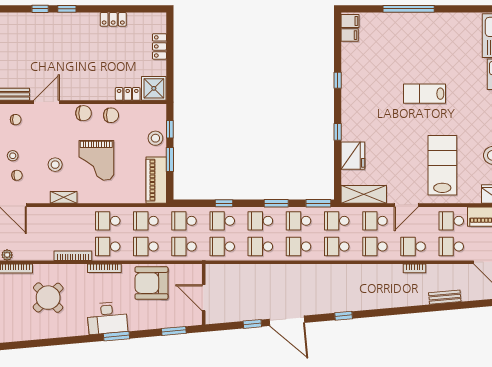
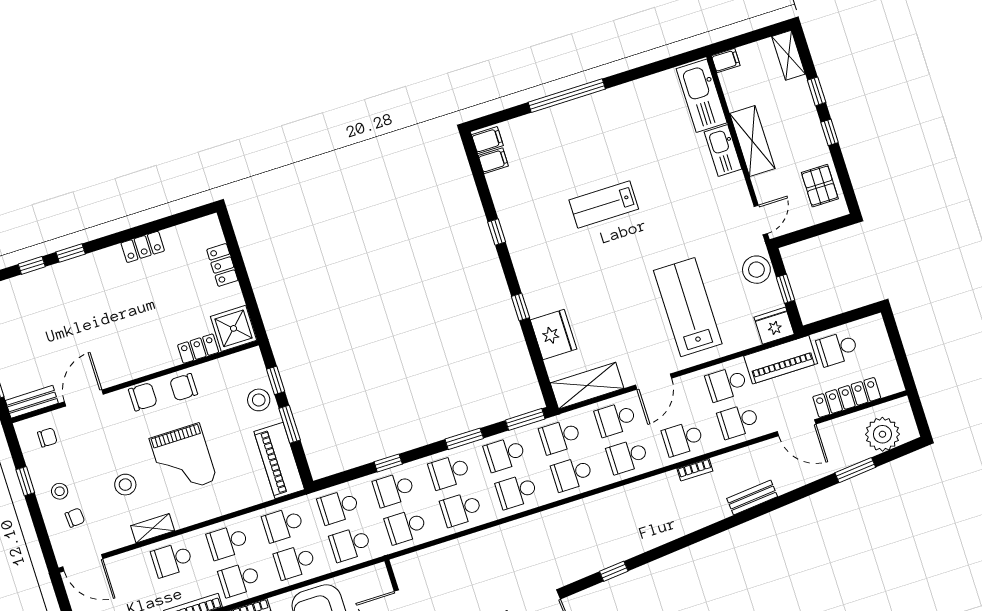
lab bench: (424, 94) -> (604, 205), moved
chair: (111, 115) -> (184, 387), turned 180
school desk: (70, 221) -> (172, 560), added

